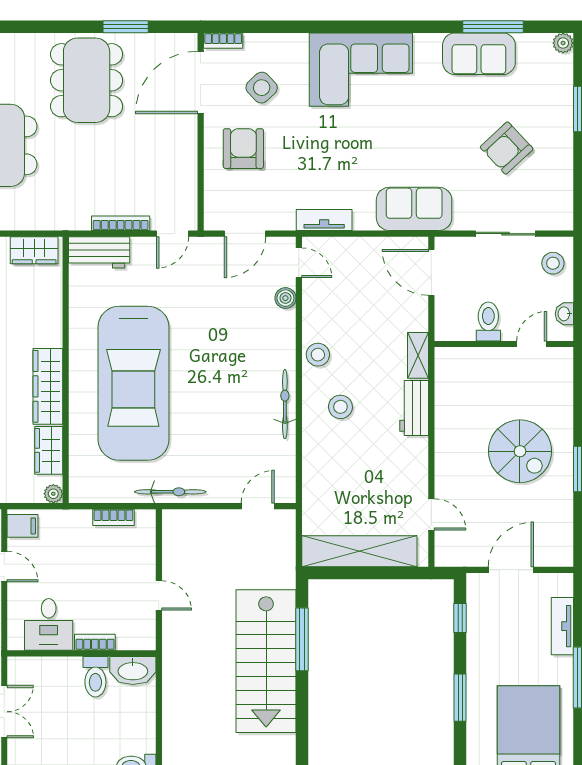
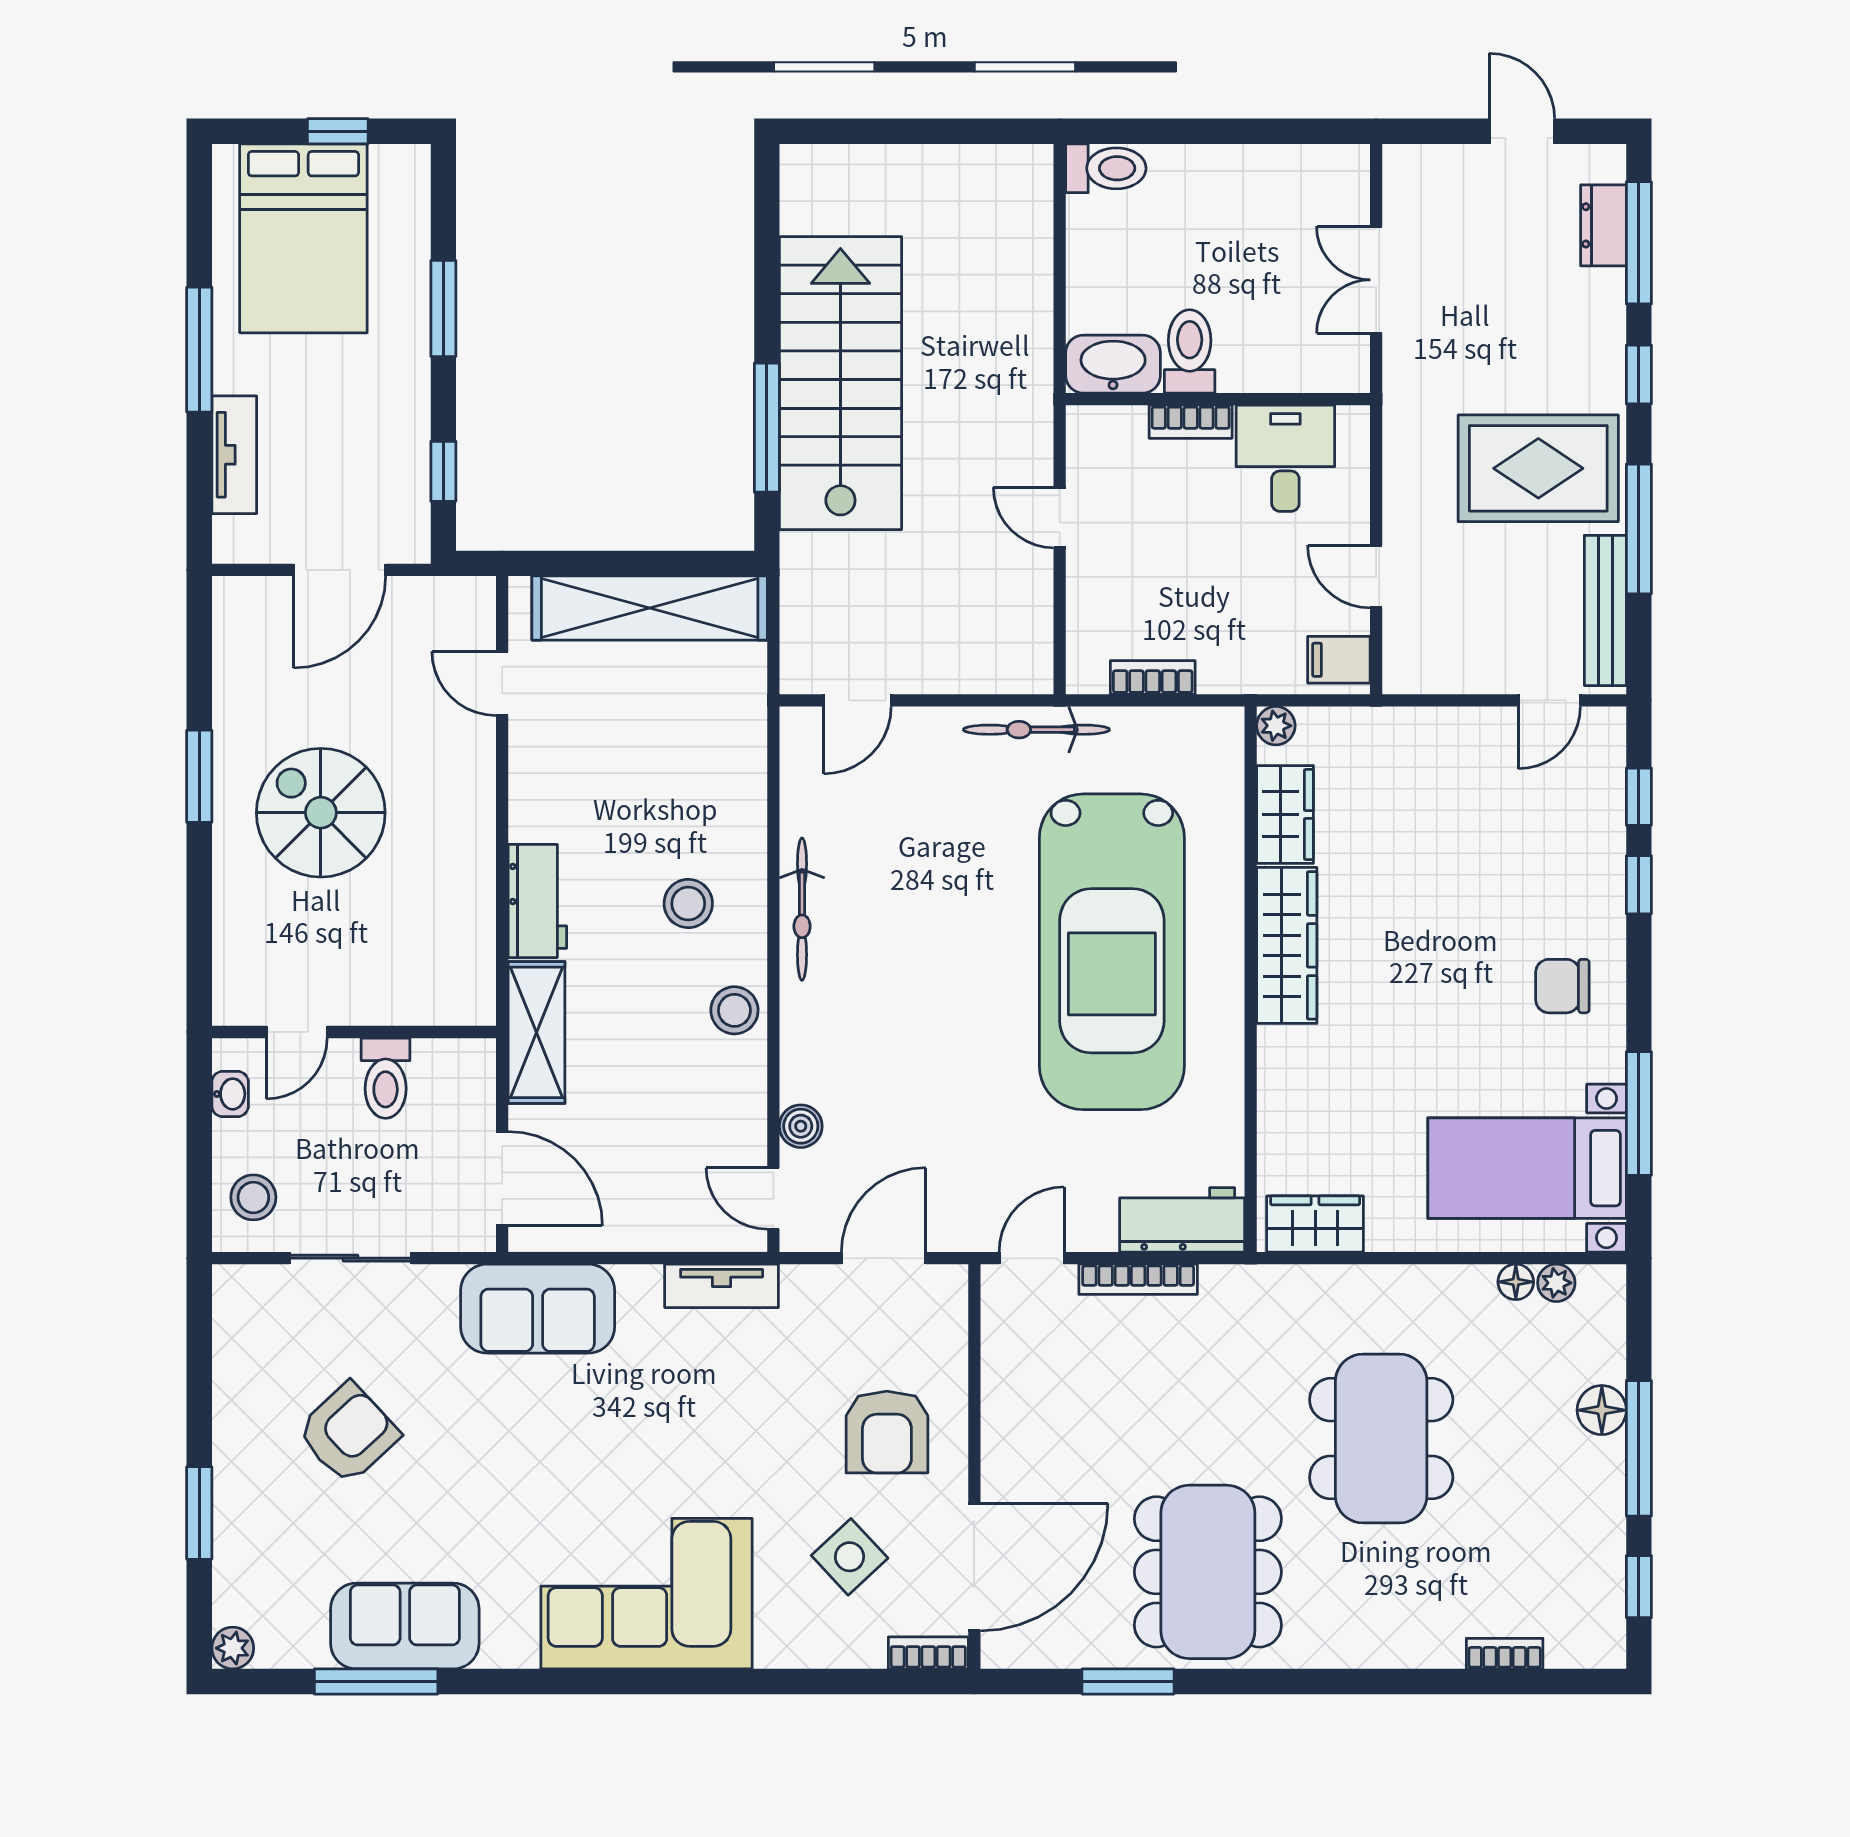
shelving: (418, 355) -> (537, 1032), width x1.50, depth x1.33
car: (133, 383) -> (1112, 952), turned 180

